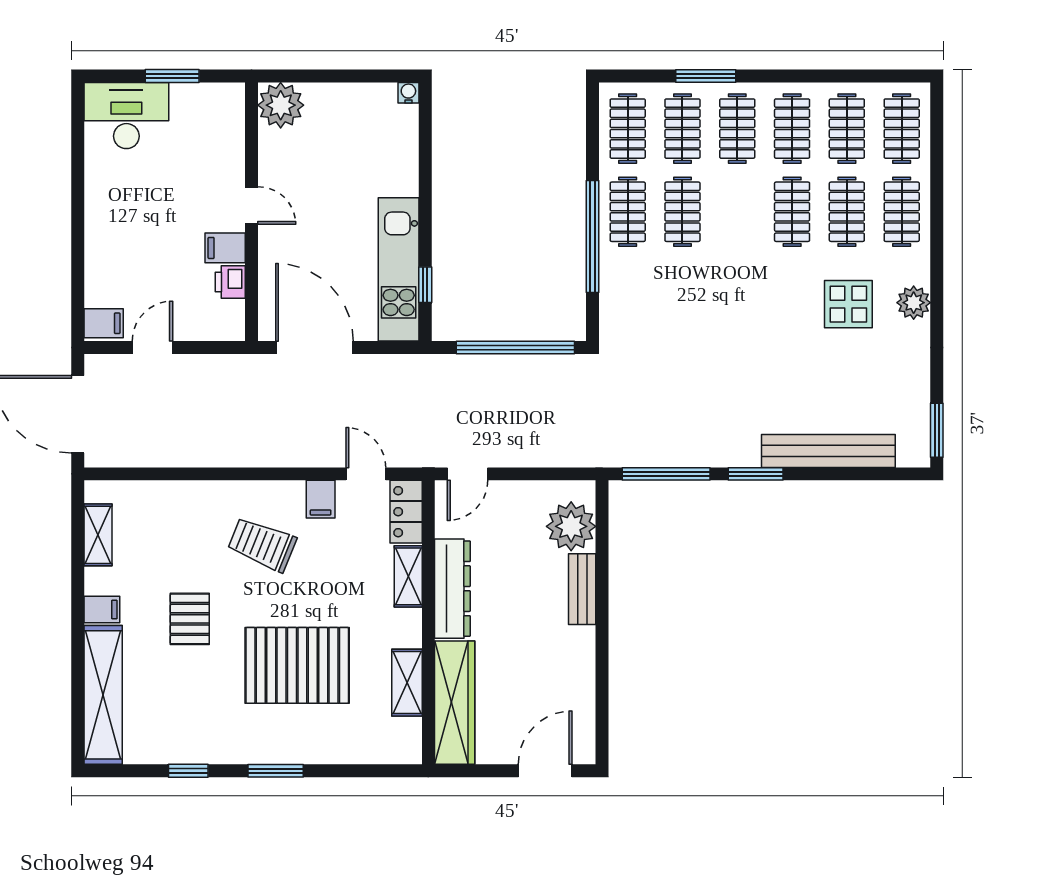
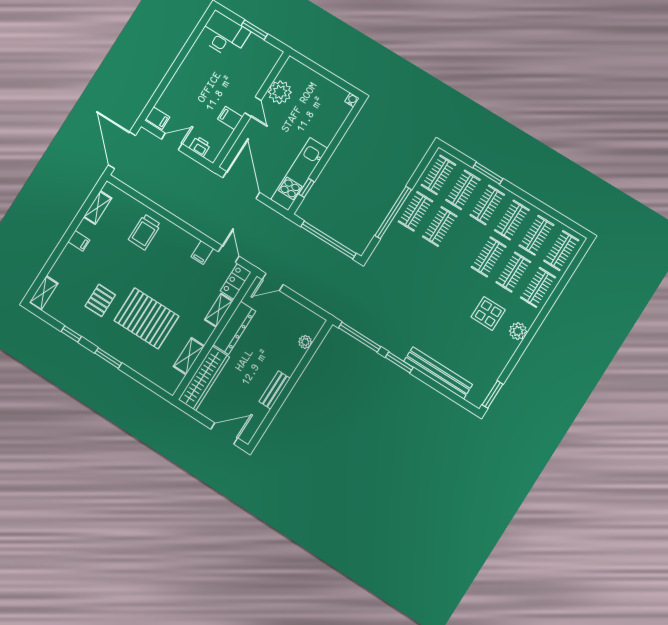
plant: (281, 105) -> (280, 92), moved
printer: (230, 282) -> (200, 146), moved, turned 90
plant: (571, 526) -> (305, 342), width x0.53, depth x0.53
trolley: (262, 544) -> (145, 232), moved, turned -112
bench: (582, 589) -> (275, 390), moved
pallet: (190, 619) -> (100, 300), moved
shelving: (103, 695) -> (44, 293), width x0.45, depth x0.75

